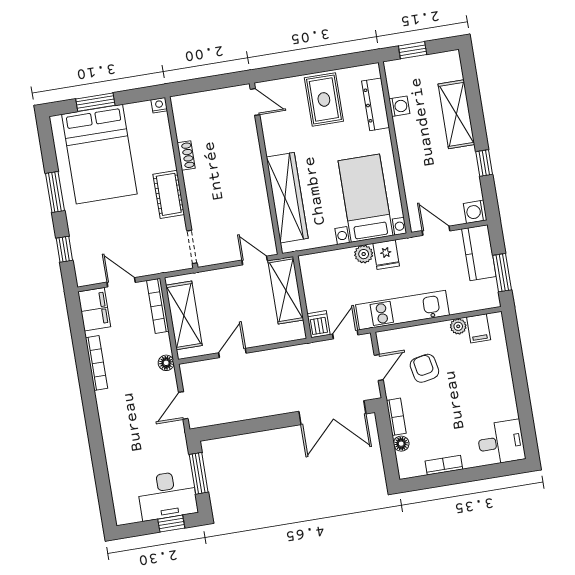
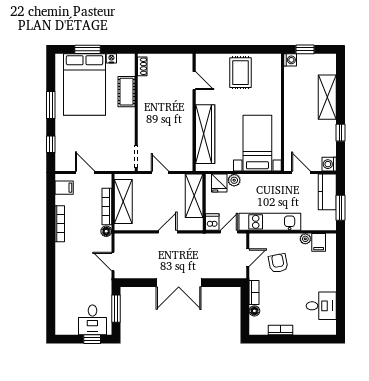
door: (255, 102) -> (194, 81), moved
dresser: (376, 104) -> (274, 81), removed
nightstand: (159, 105) -> (111, 58), moved
washing machine: (399, 106) -> (290, 60), moved
shoe rack: (186, 156) -> (142, 66), moved
cot: (169, 194) -> (126, 92), moved
plant: (364, 254) -> (234, 180), moved
fridge: (386, 255) -> (219, 183), moved
door: (255, 260) -> (160, 173), moved
bookcase: (158, 306) -> (107, 206), moved
filing cabinet: (94, 309) -> (64, 188), width x0.50
door: (232, 353) -> (168, 232), moved
door: (183, 405) -> (113, 262), hinge flipped
double door: (332, 413) -> (179, 283), moved
desk: (501, 442) -> (321, 306), moved
desk: (167, 495) -> (92, 320), width x0.73

